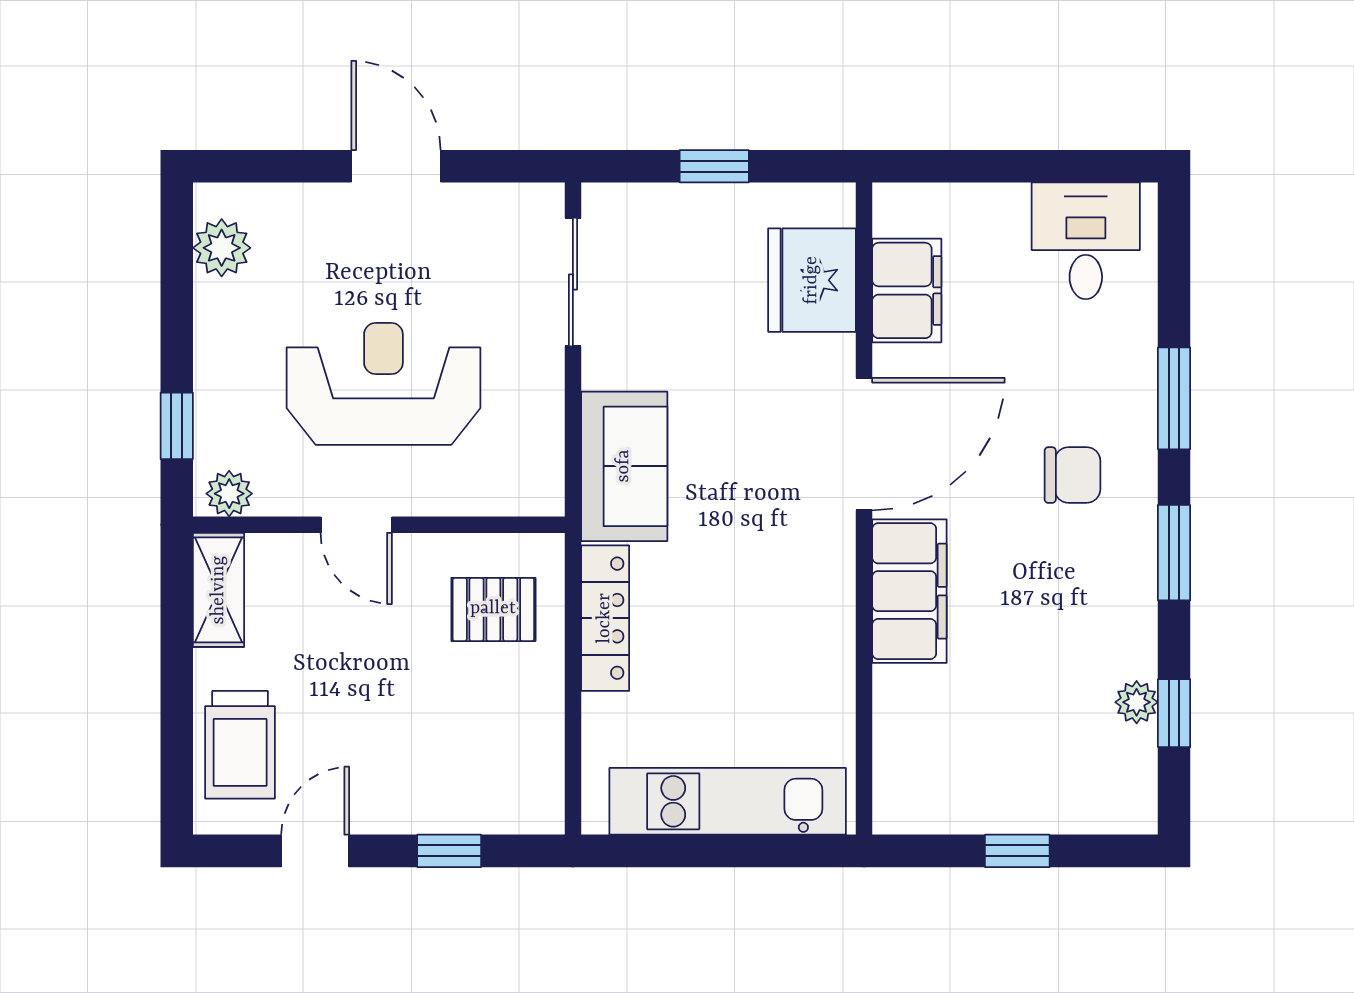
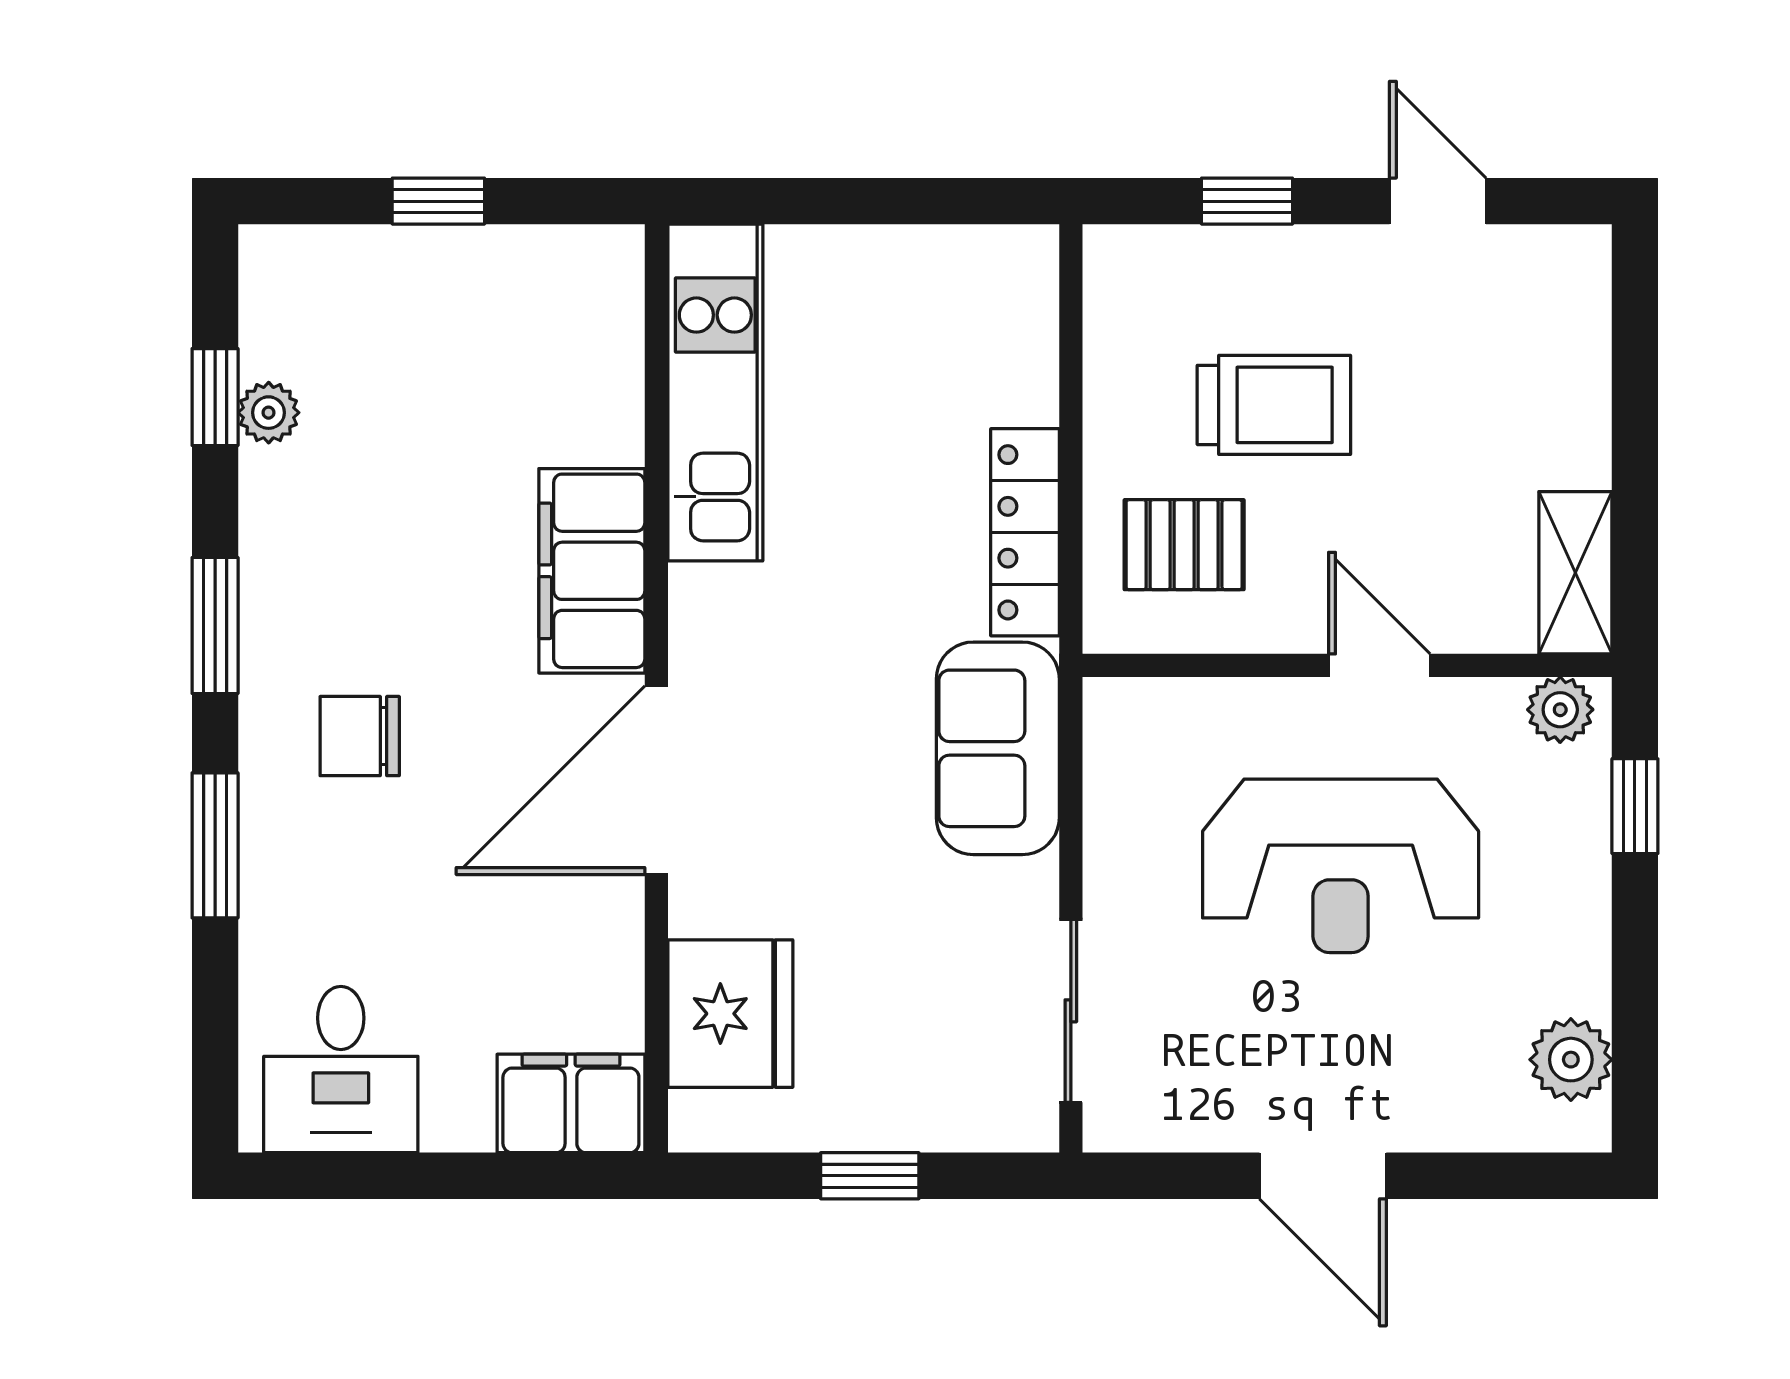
filing cabinet: (907, 290) -> (571, 1103), moved, turned 90
trolley: (240, 745) -> (1274, 405), moved, turned 90
kitchen unit: (728, 801) -> (715, 393), moved, turned -90
door: (315, 851) -> (1438, 201), swing flipped

